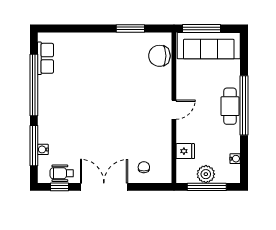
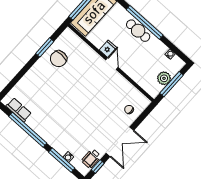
chair: (159, 56) -> (59, 59), moved
fridge: (185, 151) -> (108, 49), moved
double door: (104, 187) -> (120, 142), swing flipped

